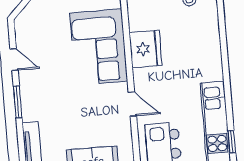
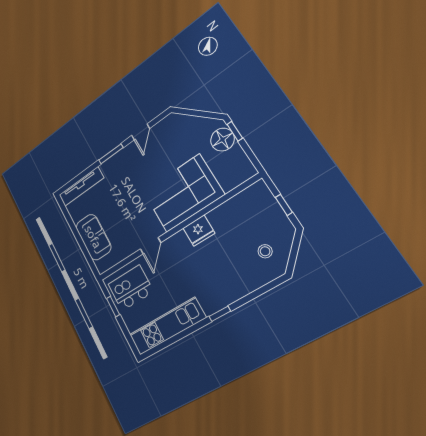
fridge: (145, 49) -> (199, 231), width x0.73, depth x0.75
window: (232, 142) -> (220, 314), moved

